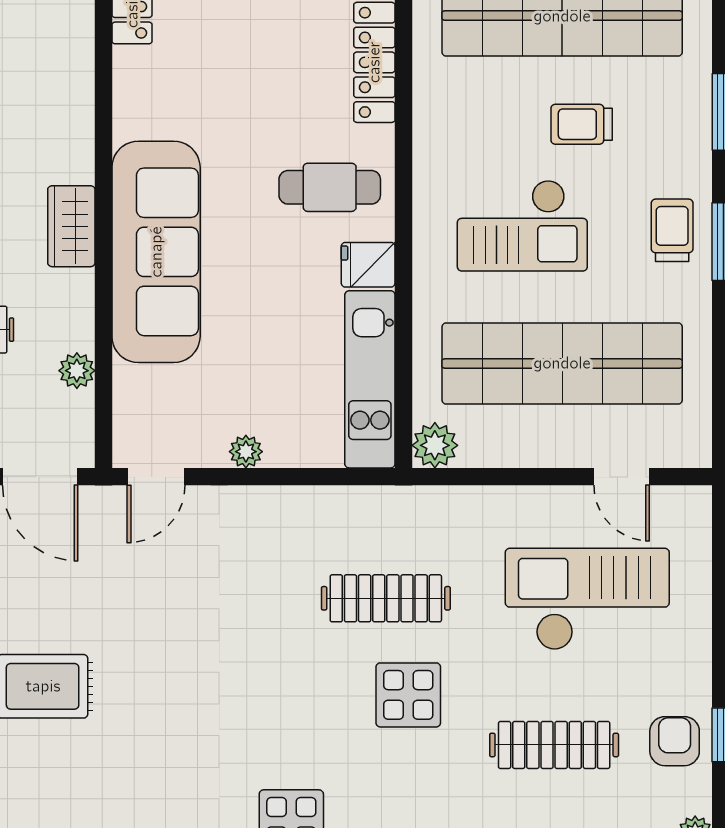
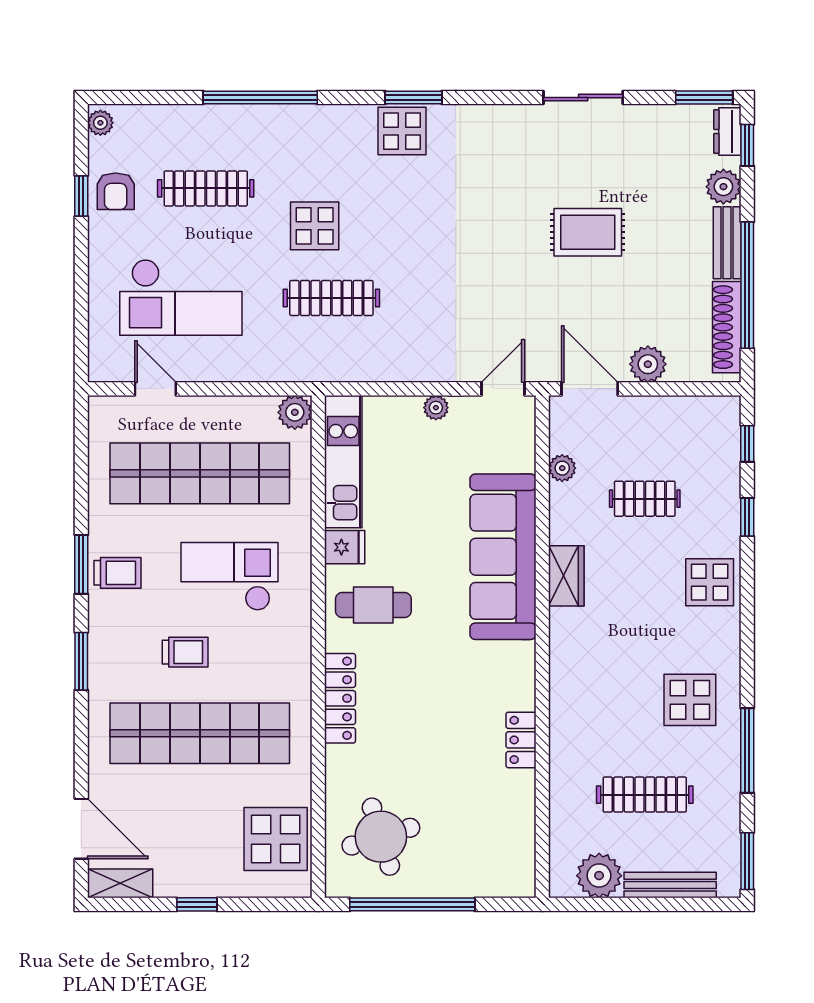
trolley: (672, 230) -> (118, 573), turned -90

